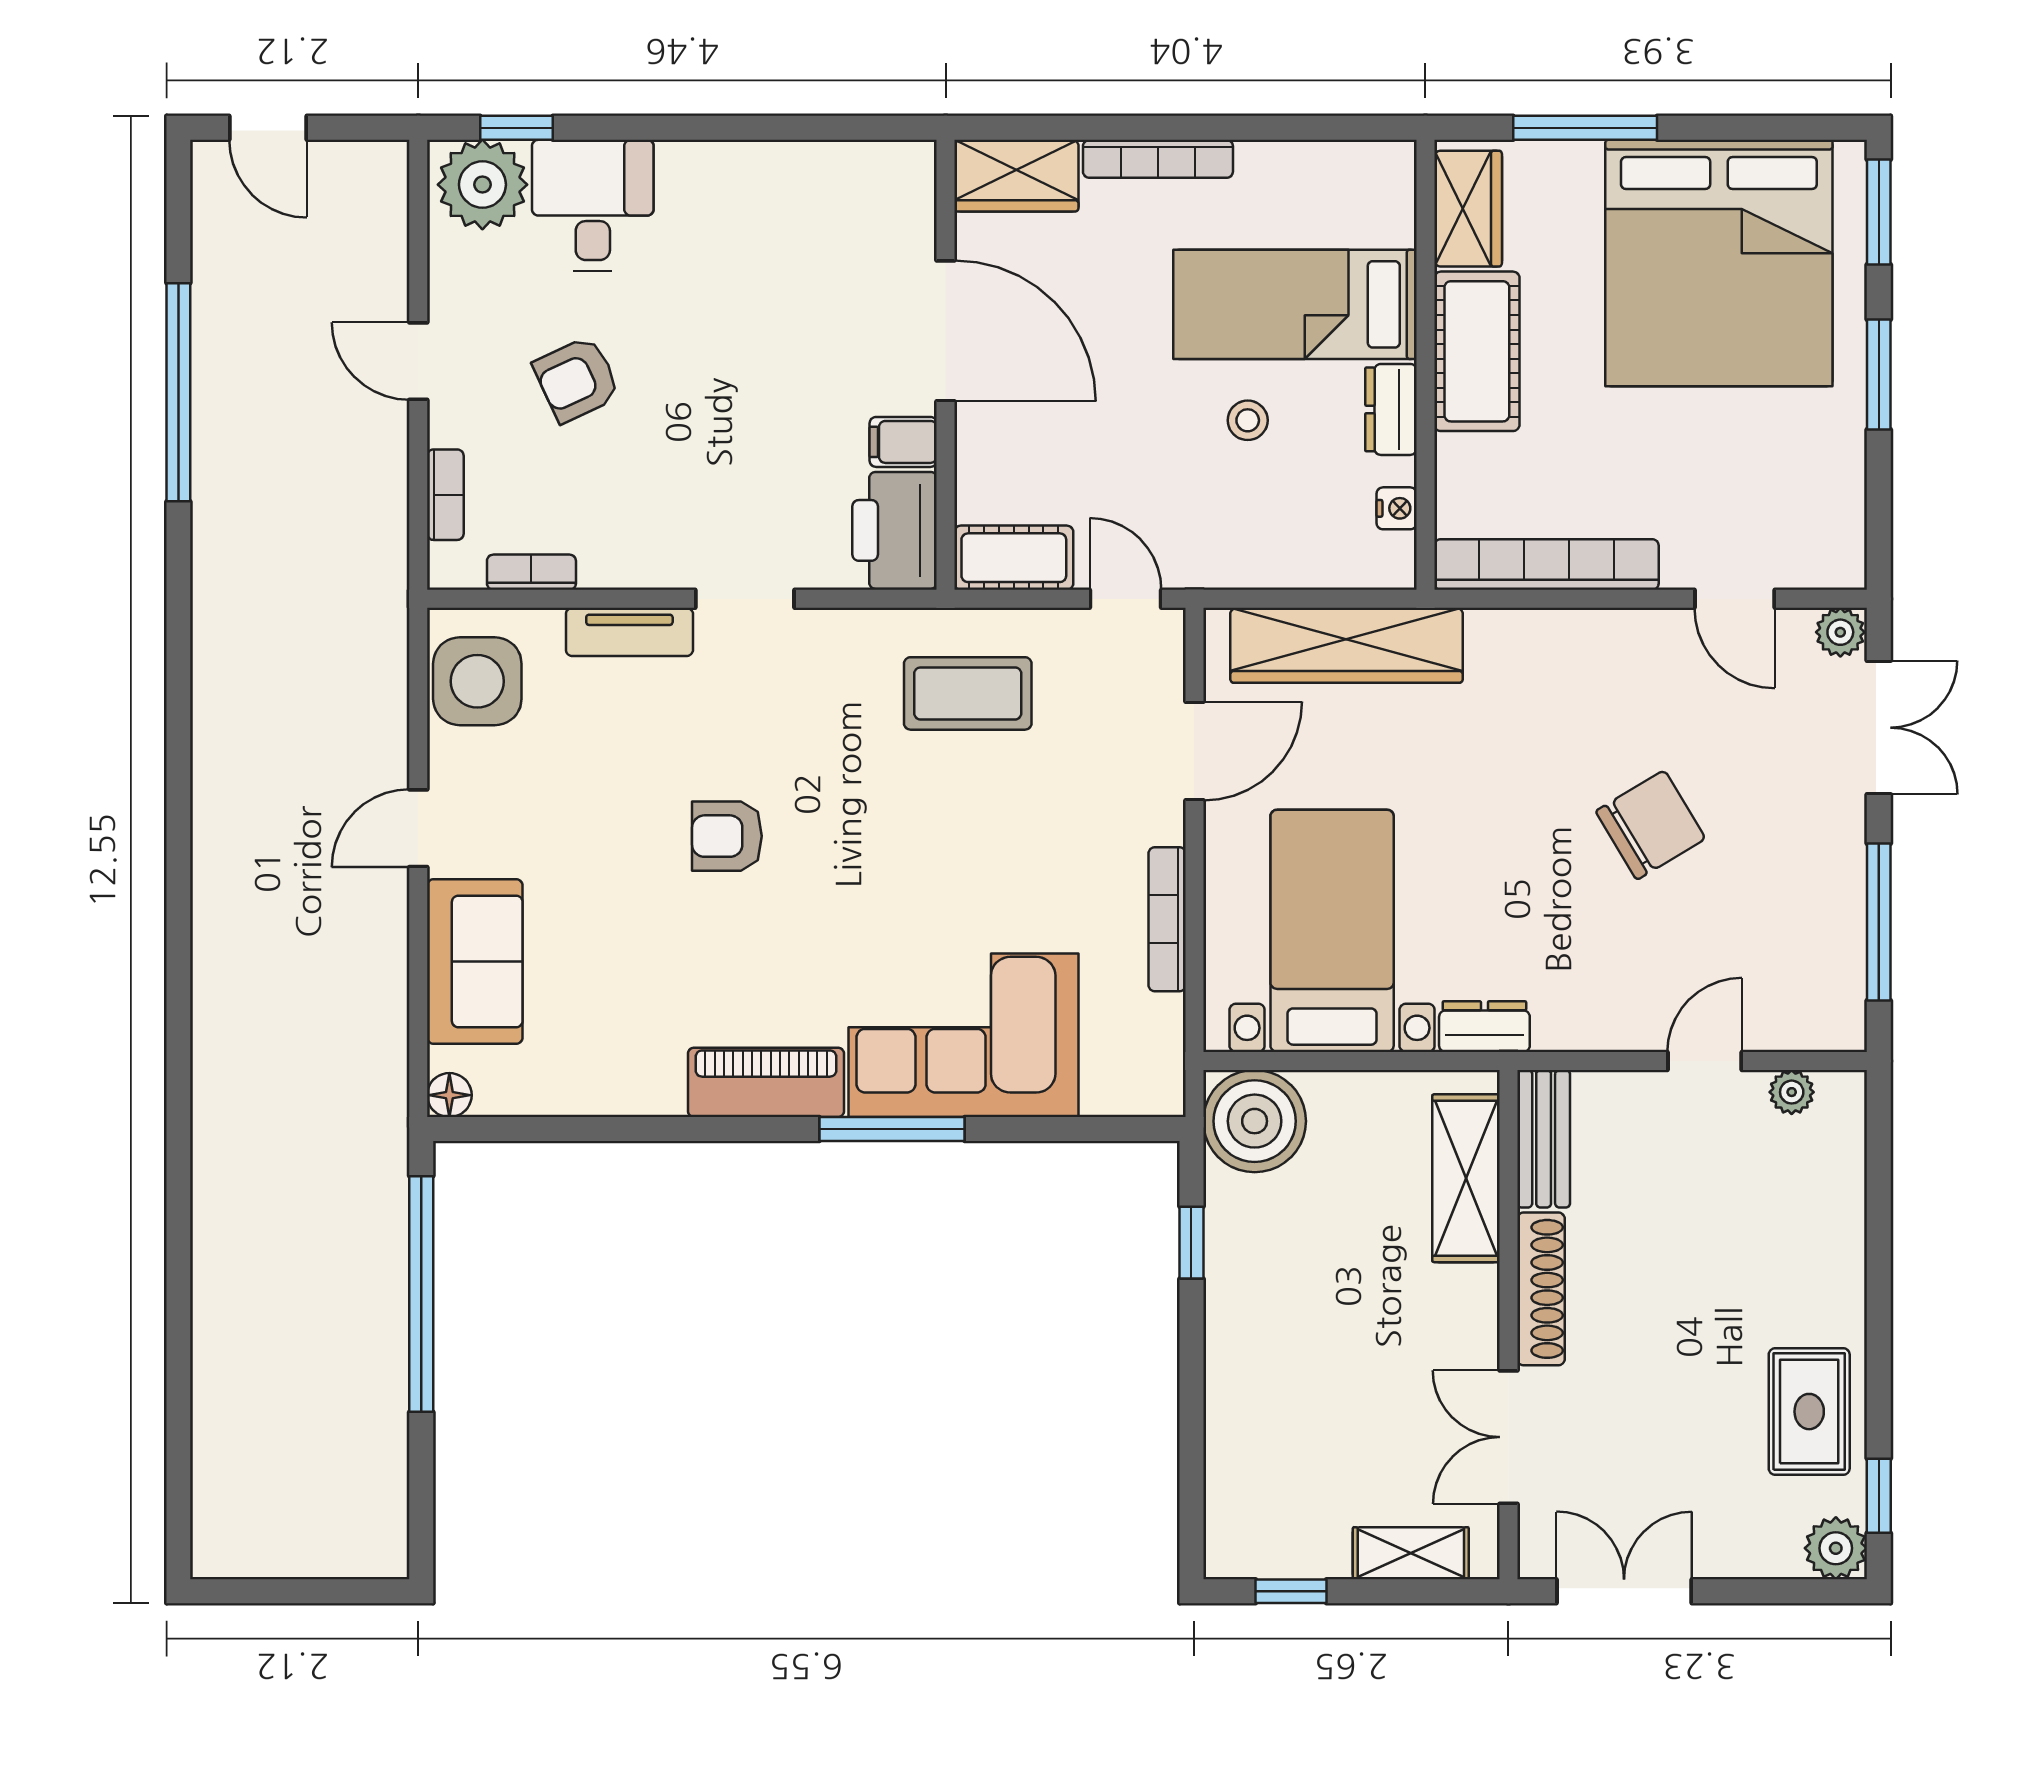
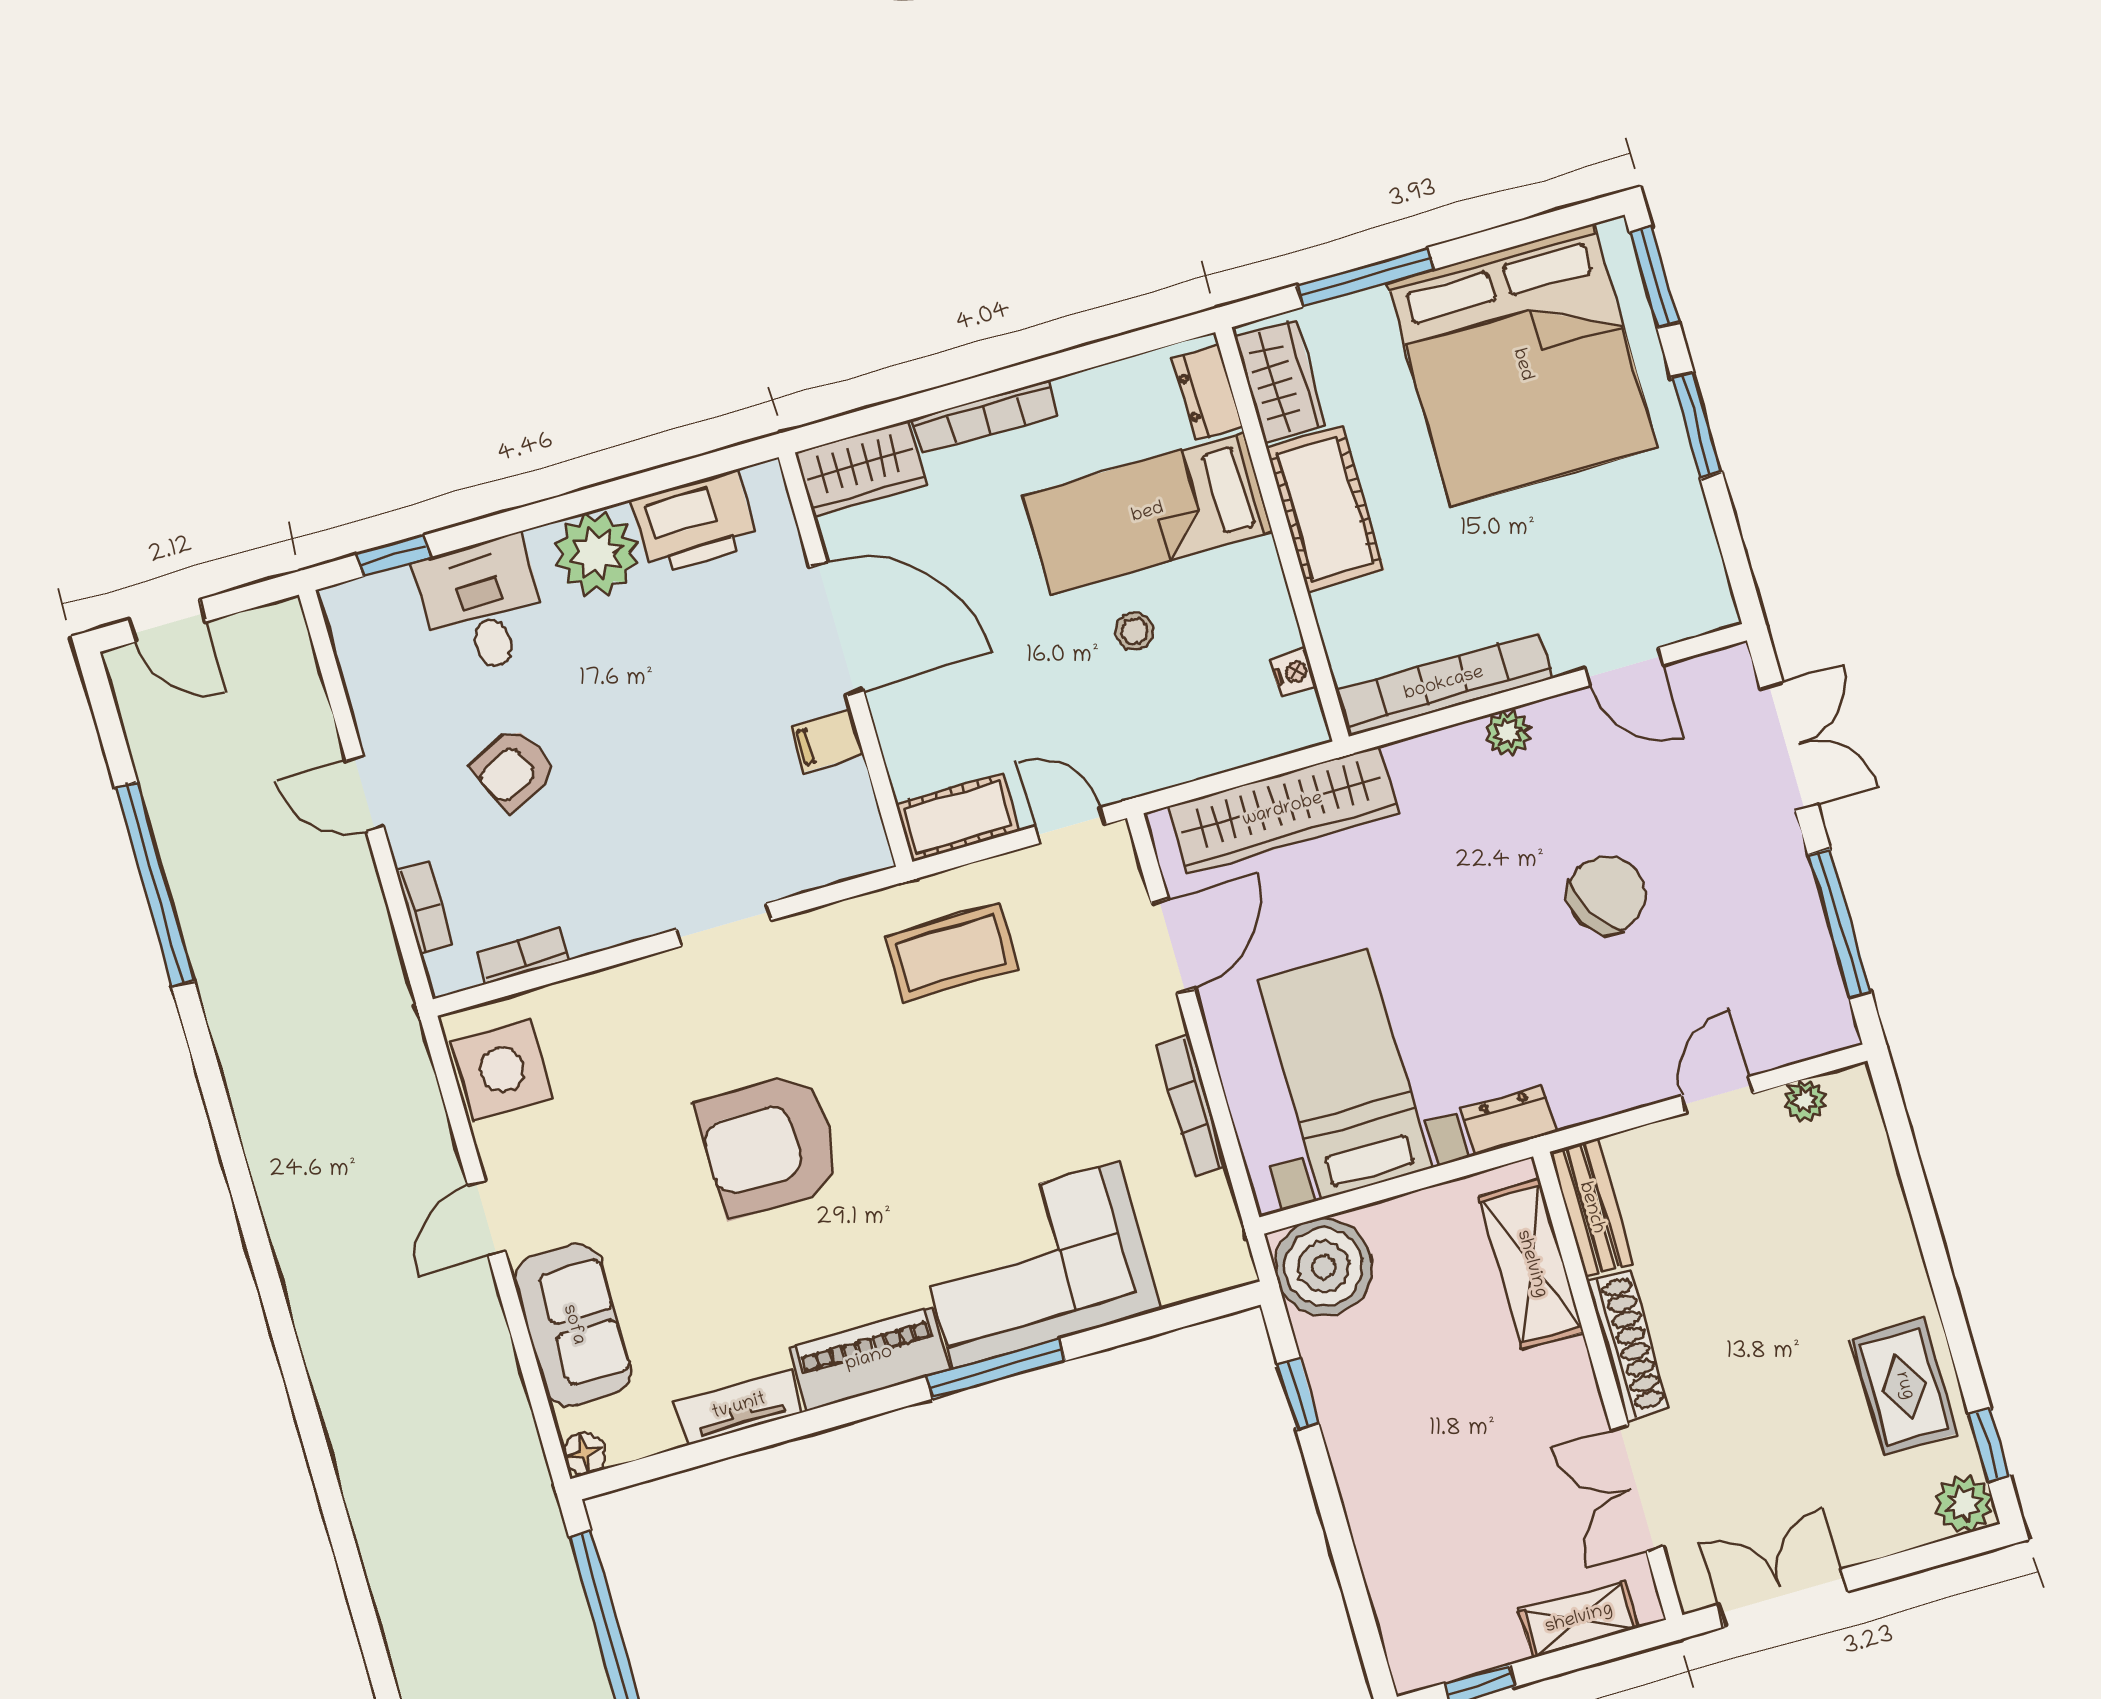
plant: (482, 185) -> (596, 553), moved
dresser: (1391, 409) -> (1207, 393), moved
printer: (895, 530) -> (694, 523), moved, turned -90
tv unit: (629, 632) -> (739, 1407), moved, turned 180
plant: (1840, 632) -> (1508, 733), moved
armchair: (727, 836) -> (769, 1145), width x1.88, depth x1.88

